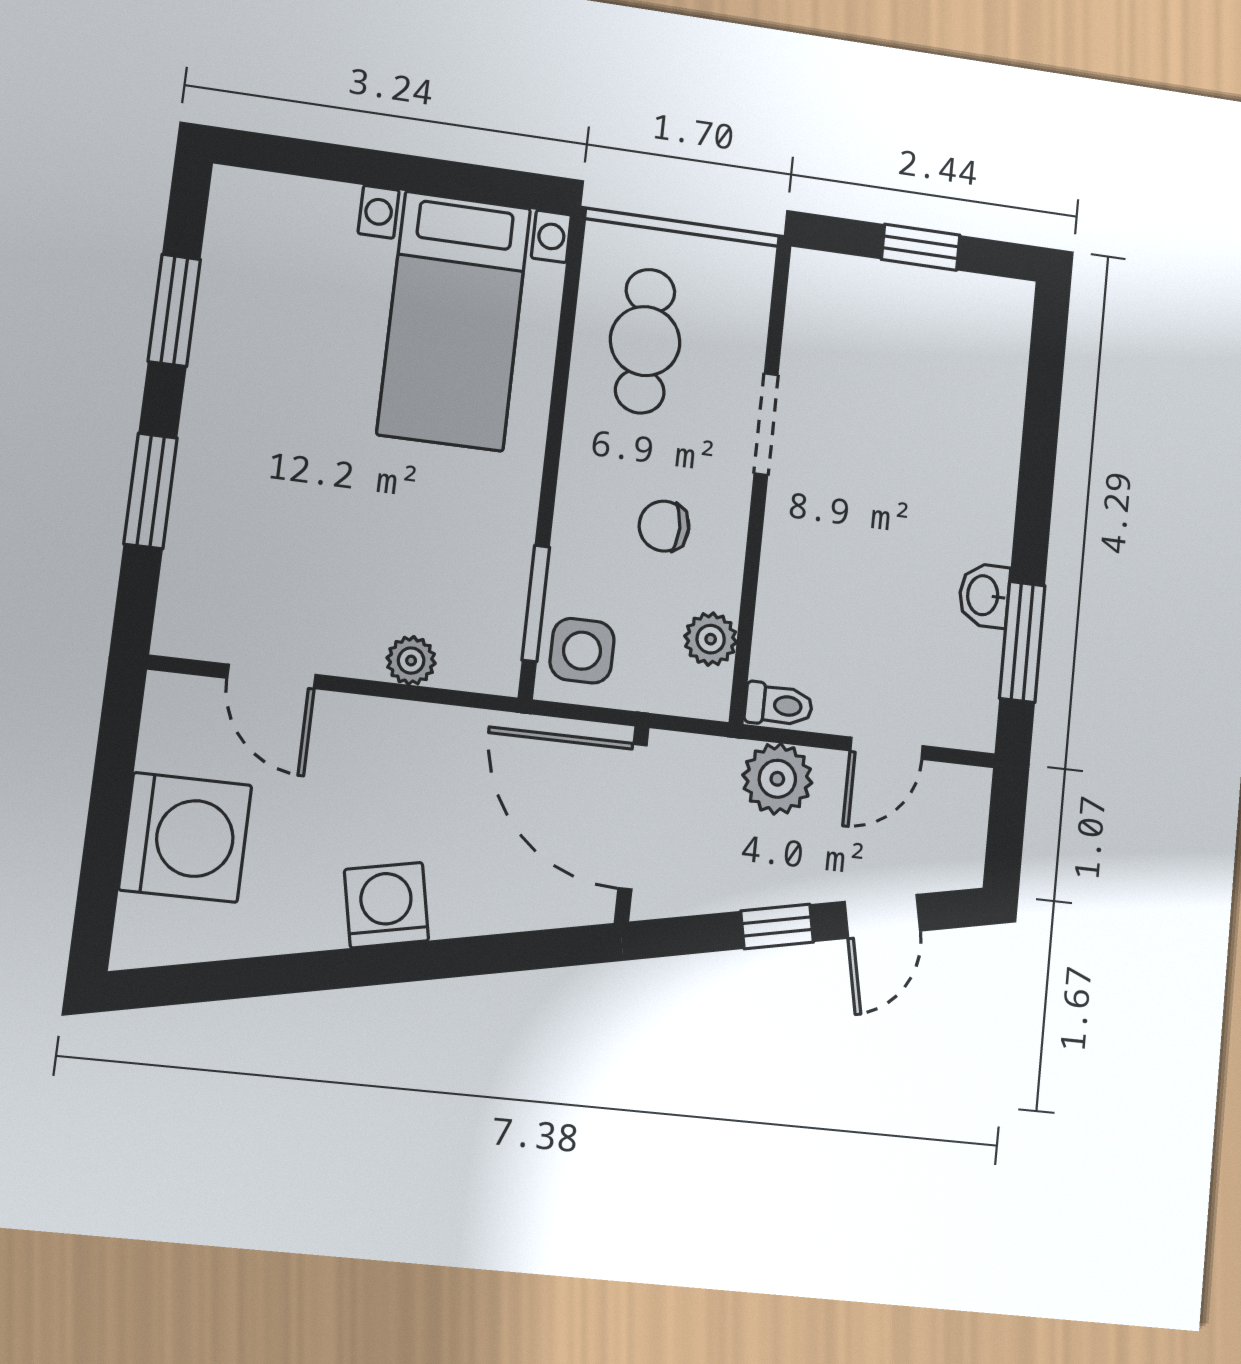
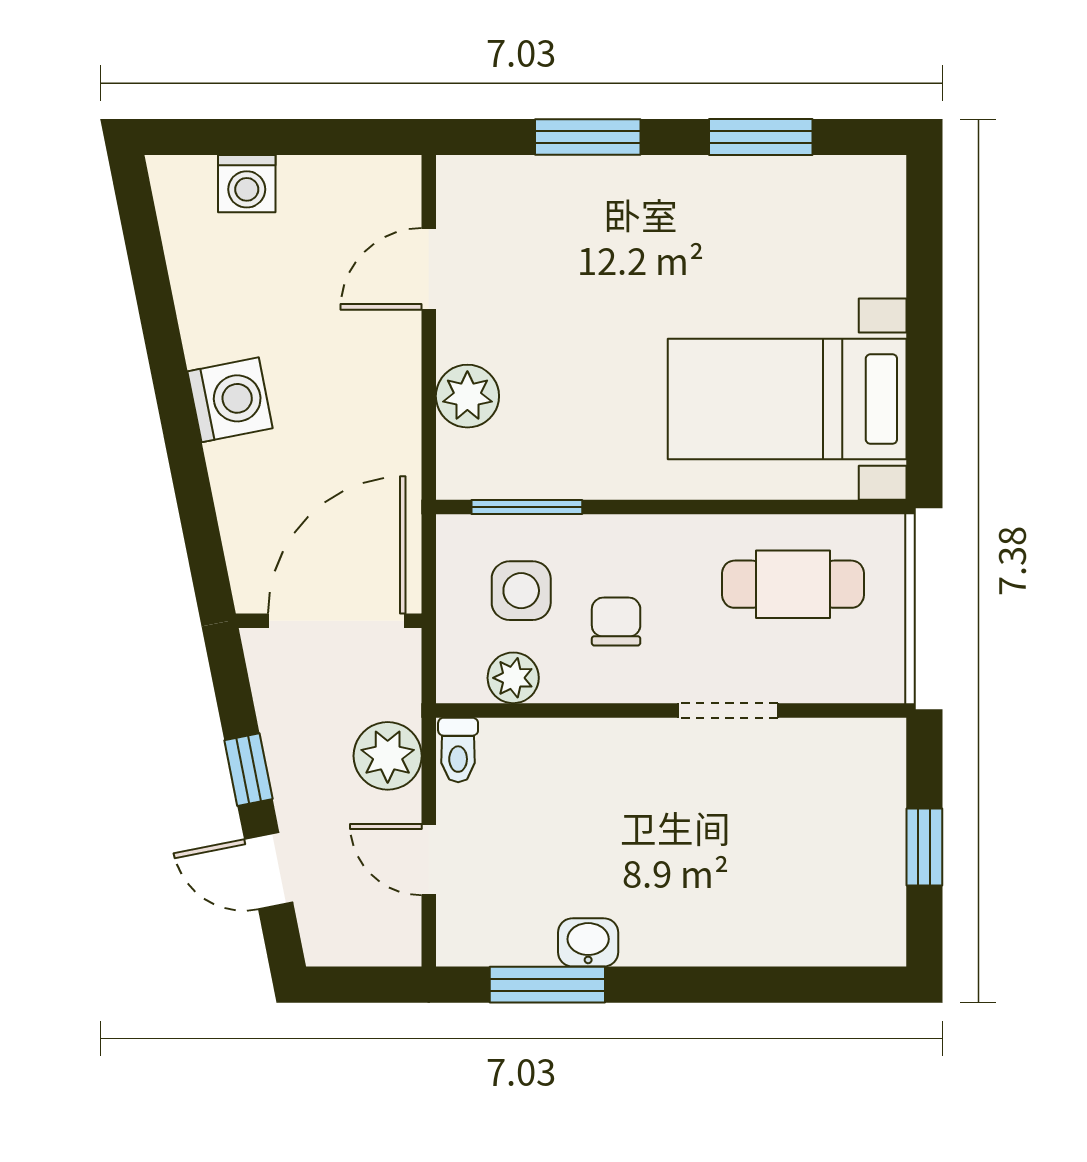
side table: (582, 651) -> (521, 591), moved
plant: (411, 661) -> (467, 396), width x1.38, depth x1.38
washing machine: (185, 837) -> (247, 184), width x0.53, depth x0.53

